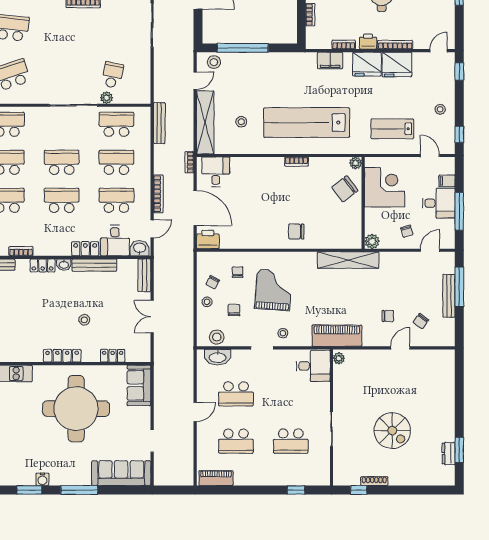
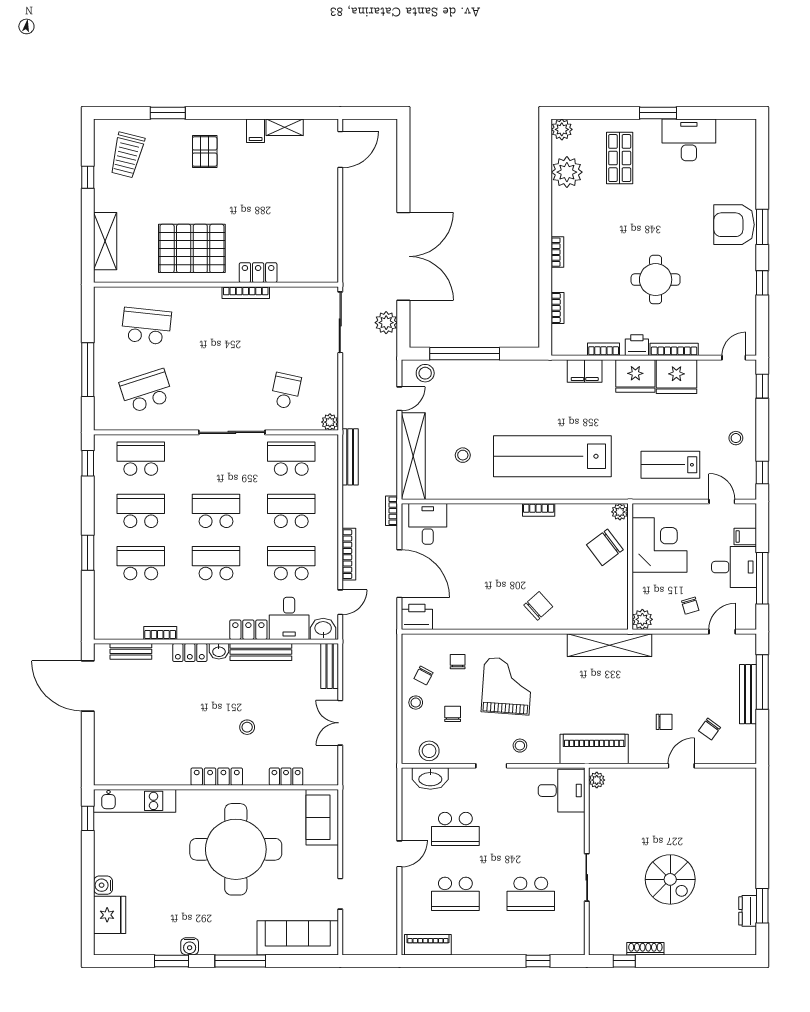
plant: (186, 25) -> (386, 323), added
plant: (107, 98) -> (330, 422), moved
chair: (296, 231) -> (538, 606), turned 138

